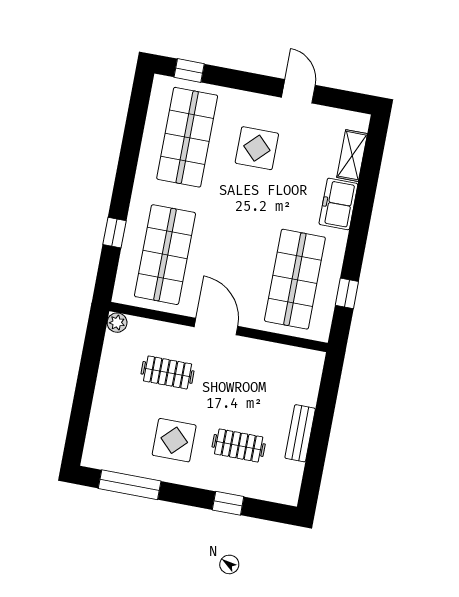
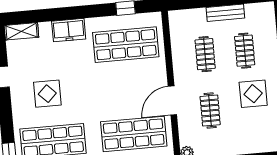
shelving: (352, 156) -> (21, 31), moved
door: (216, 327) -> (172, 101), moved
clothes rail: (250, 388) -> (205, 54), added

